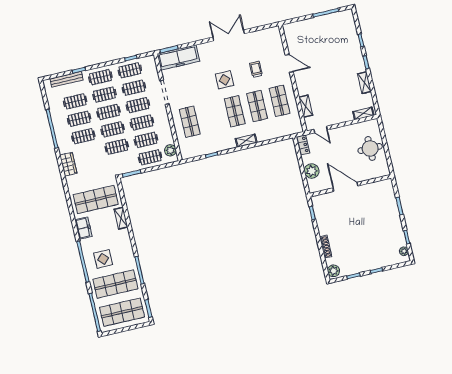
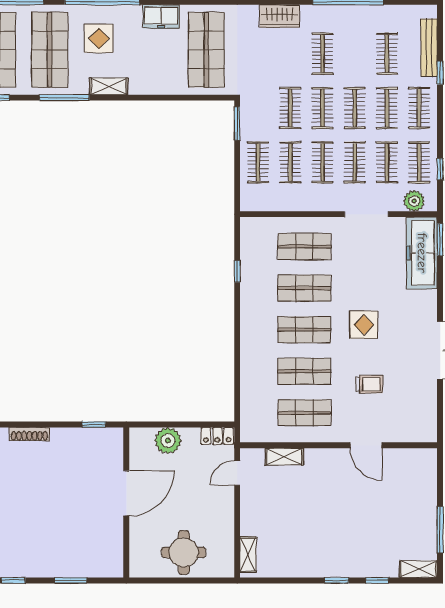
door: (289, 63) -> (366, 445), hinge flipped
shelving: (364, 83) -> (418, 569), moved
shop shelf: (212, 116) -> (304, 288), added
clothes rail: (79, 119) -> (355, 54), removed
shelving: (246, 141) -> (248, 338), removed
plant: (170, 150) -> (414, 201), moved
shelving: (121, 218) -> (109, 86), moved

